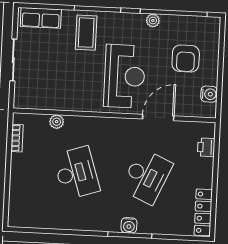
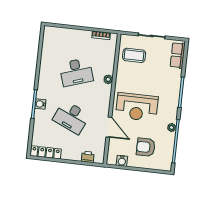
coffee table: (86, 33) -> (134, 55), moved
plant: (57, 122) -> (108, 79), moved

